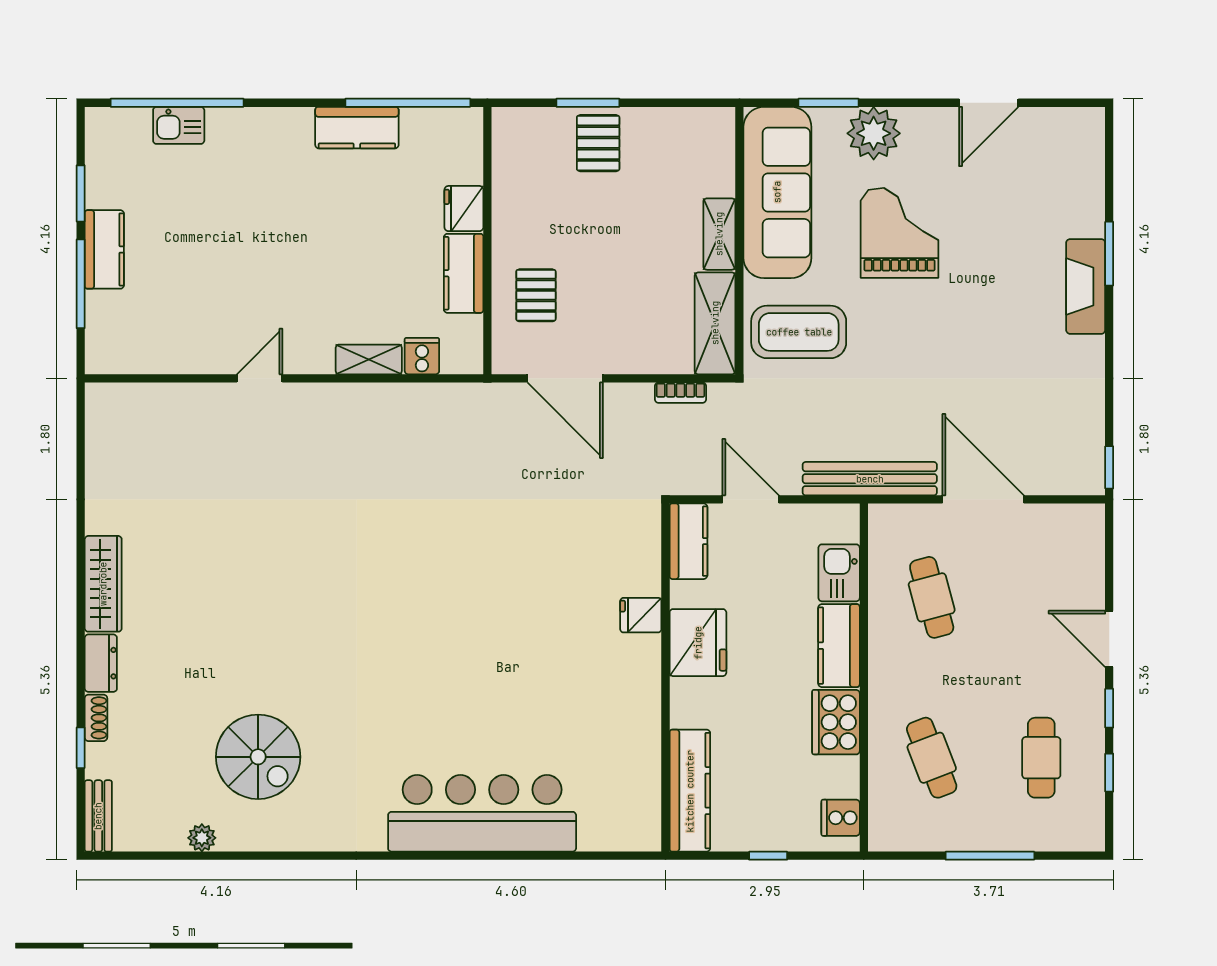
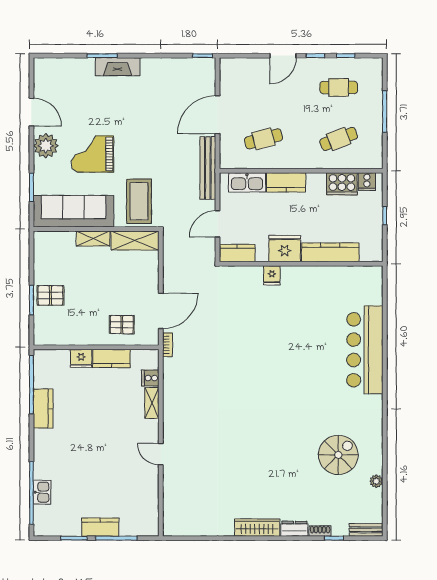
plant: (874, 133) -> (46, 146), moved
bookcase: (680, 393) -> (167, 345), moved
kitchen sink: (839, 573) -> (247, 182), width x1.38
cooker: (836, 722) -> (342, 184), moved
kitchen counter: (690, 791) -> (330, 252), moved

